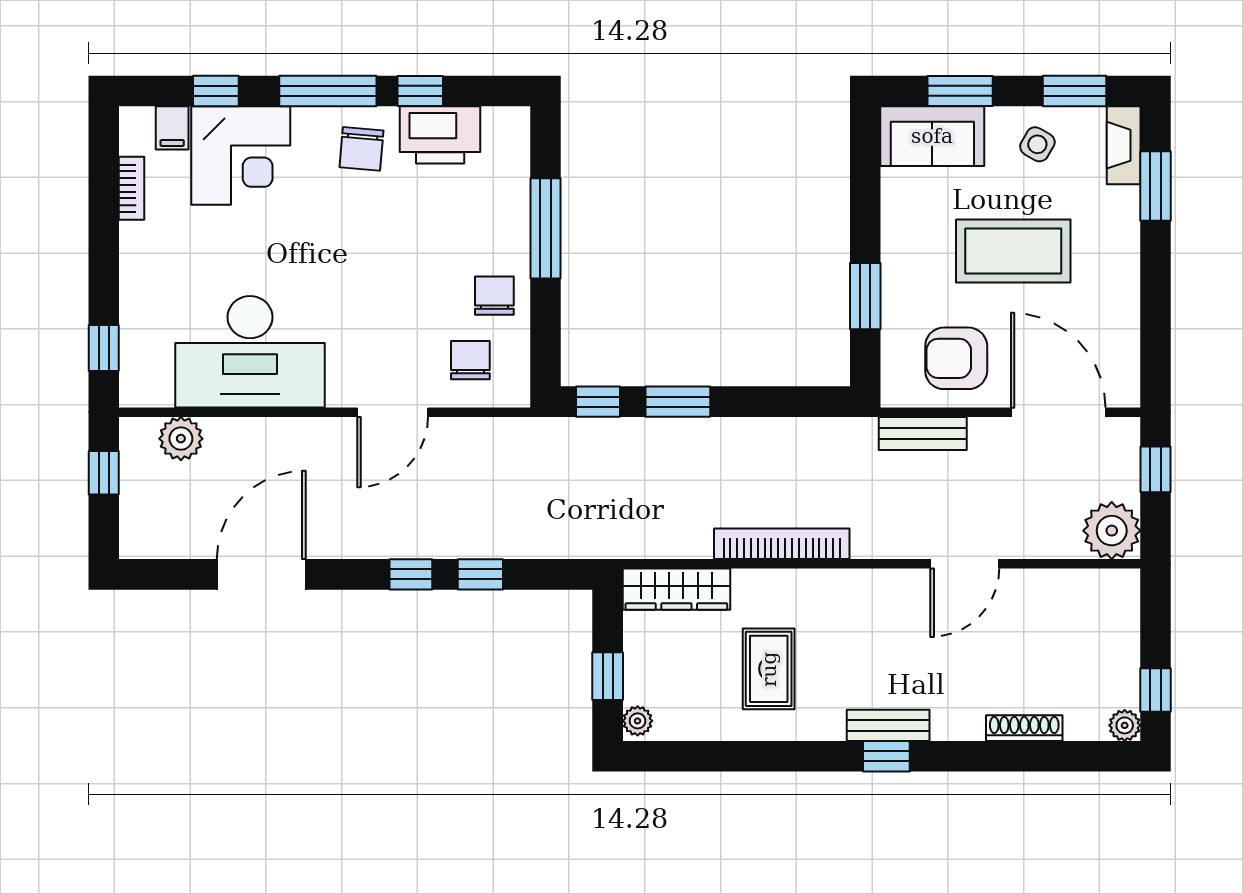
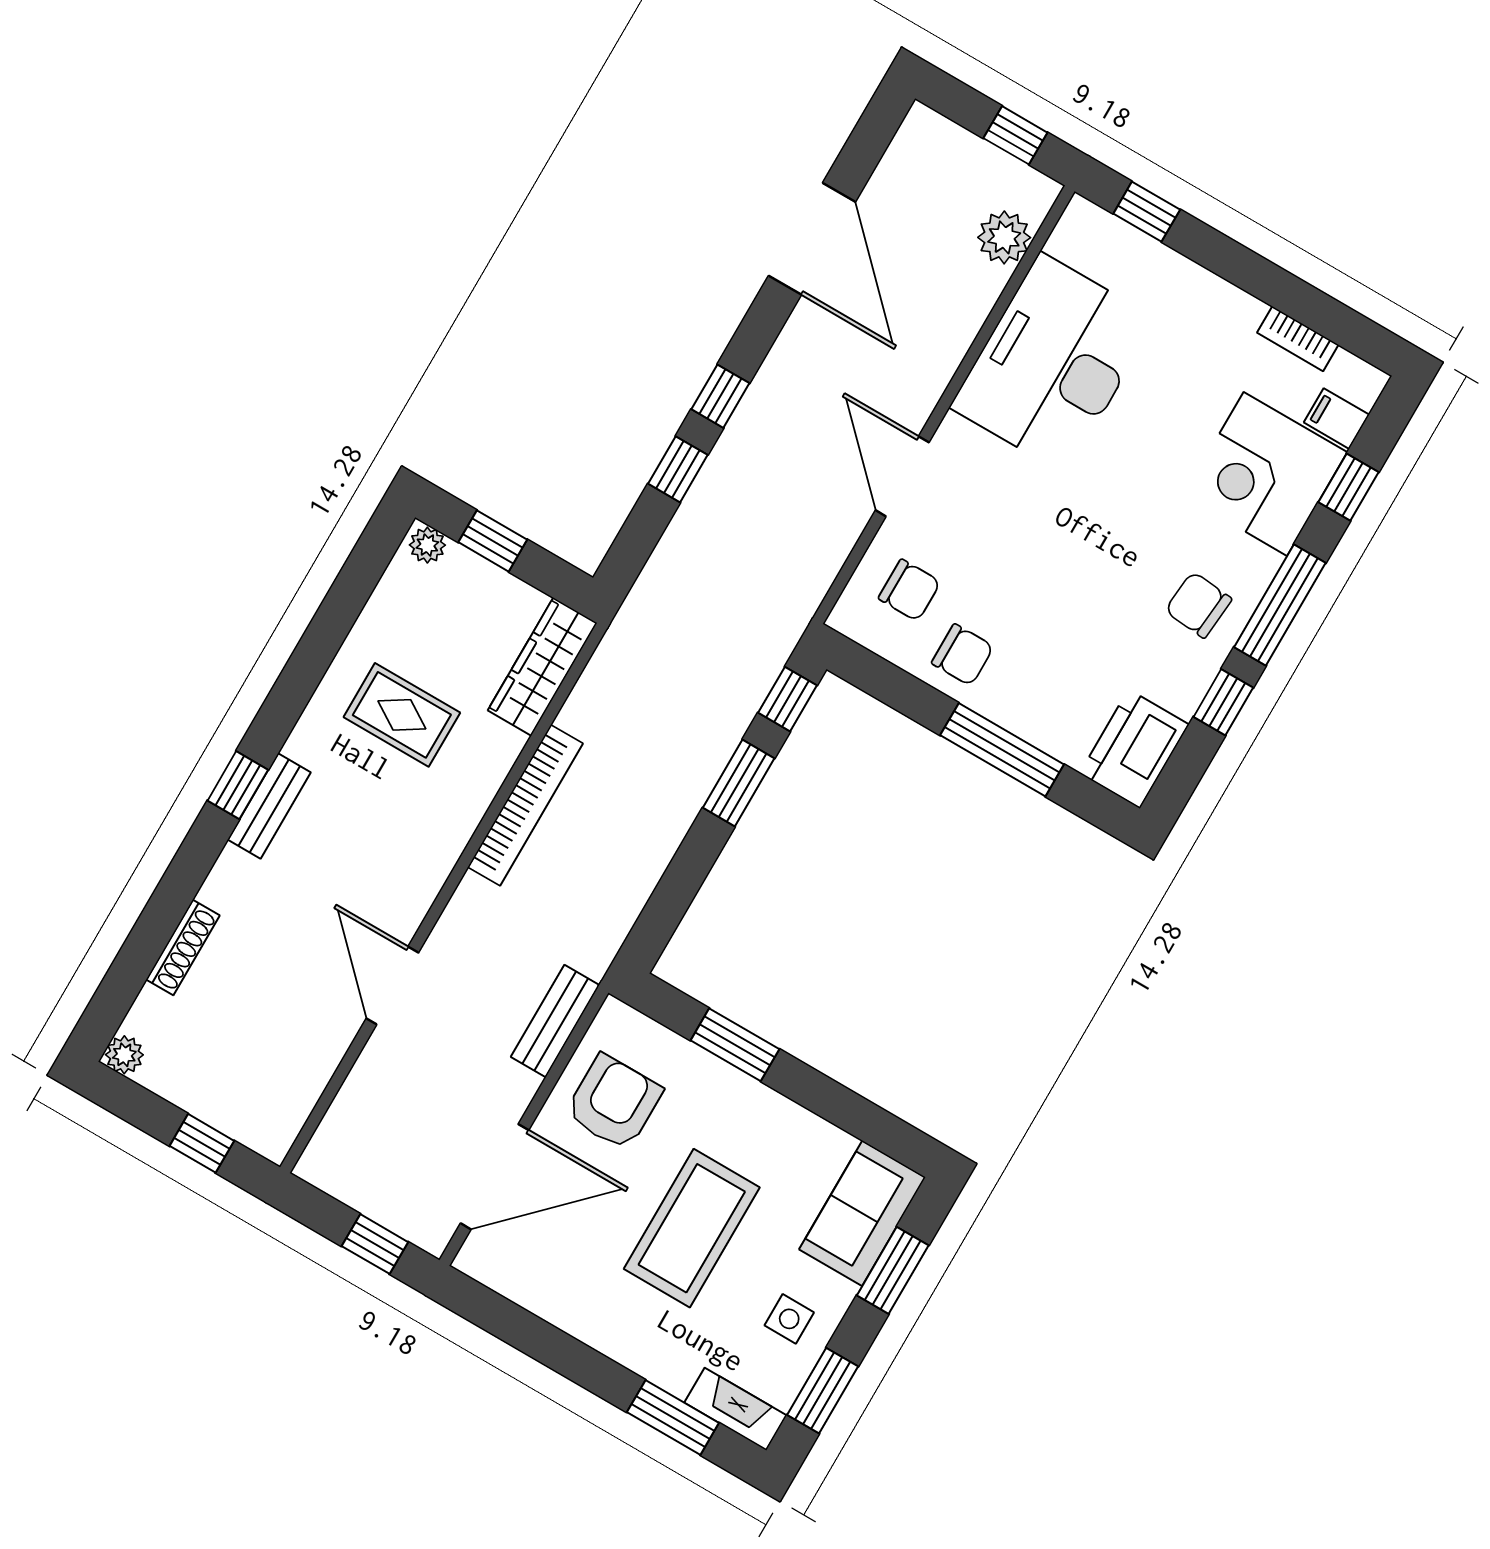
printer: (440, 135) -> (1134, 749), moved
side table: (1037, 144) -> (789, 1319), turned -30
plant: (1112, 531) -> (337, 1160), removed
window: (1155, 690) -> (202, 1143), moved

